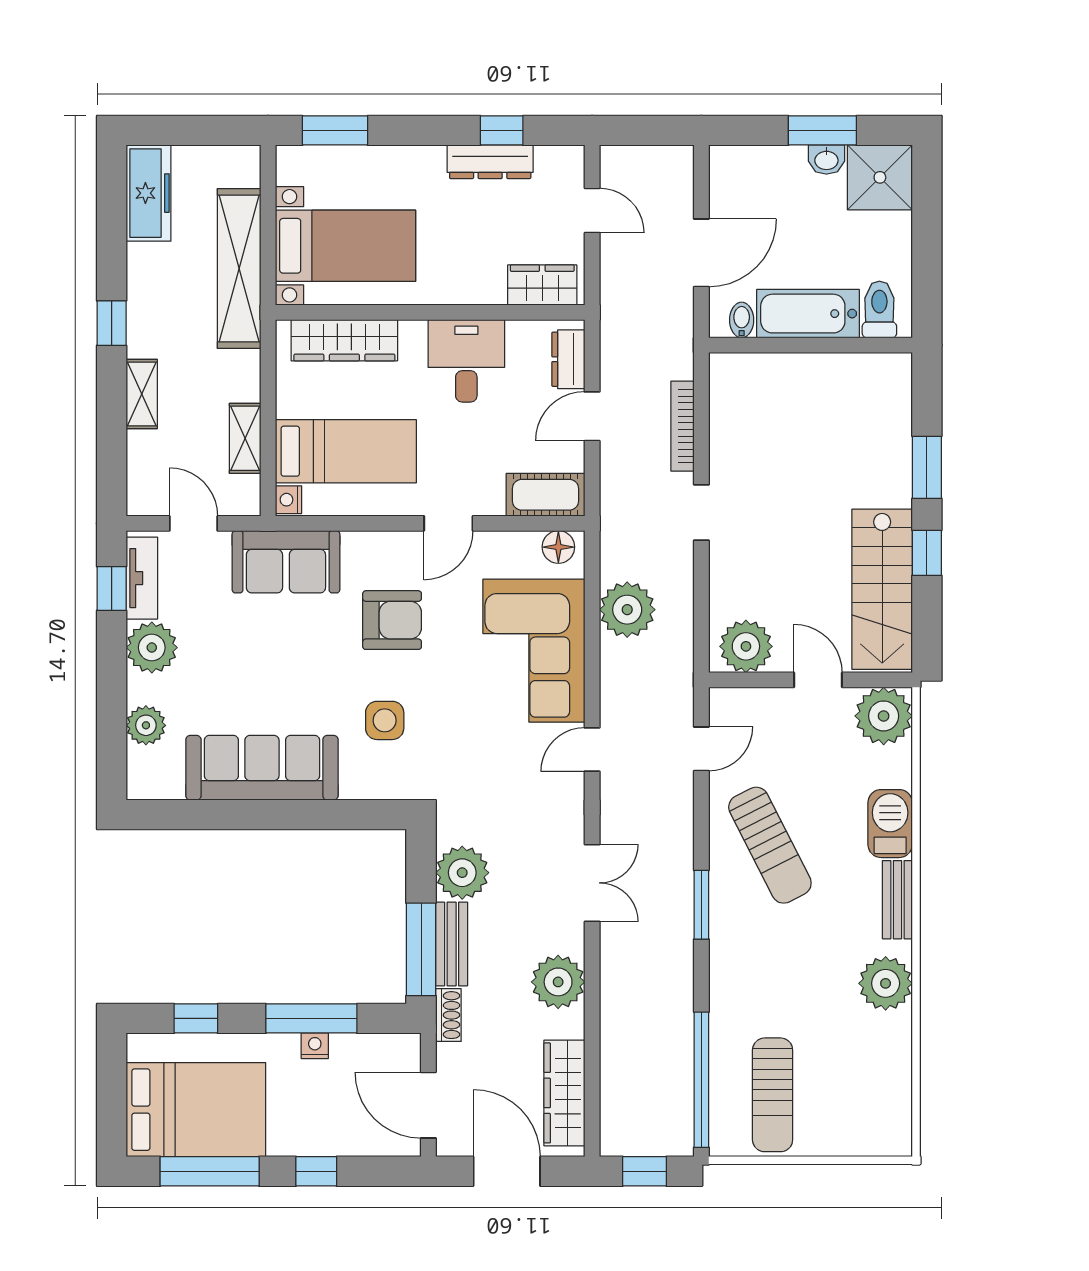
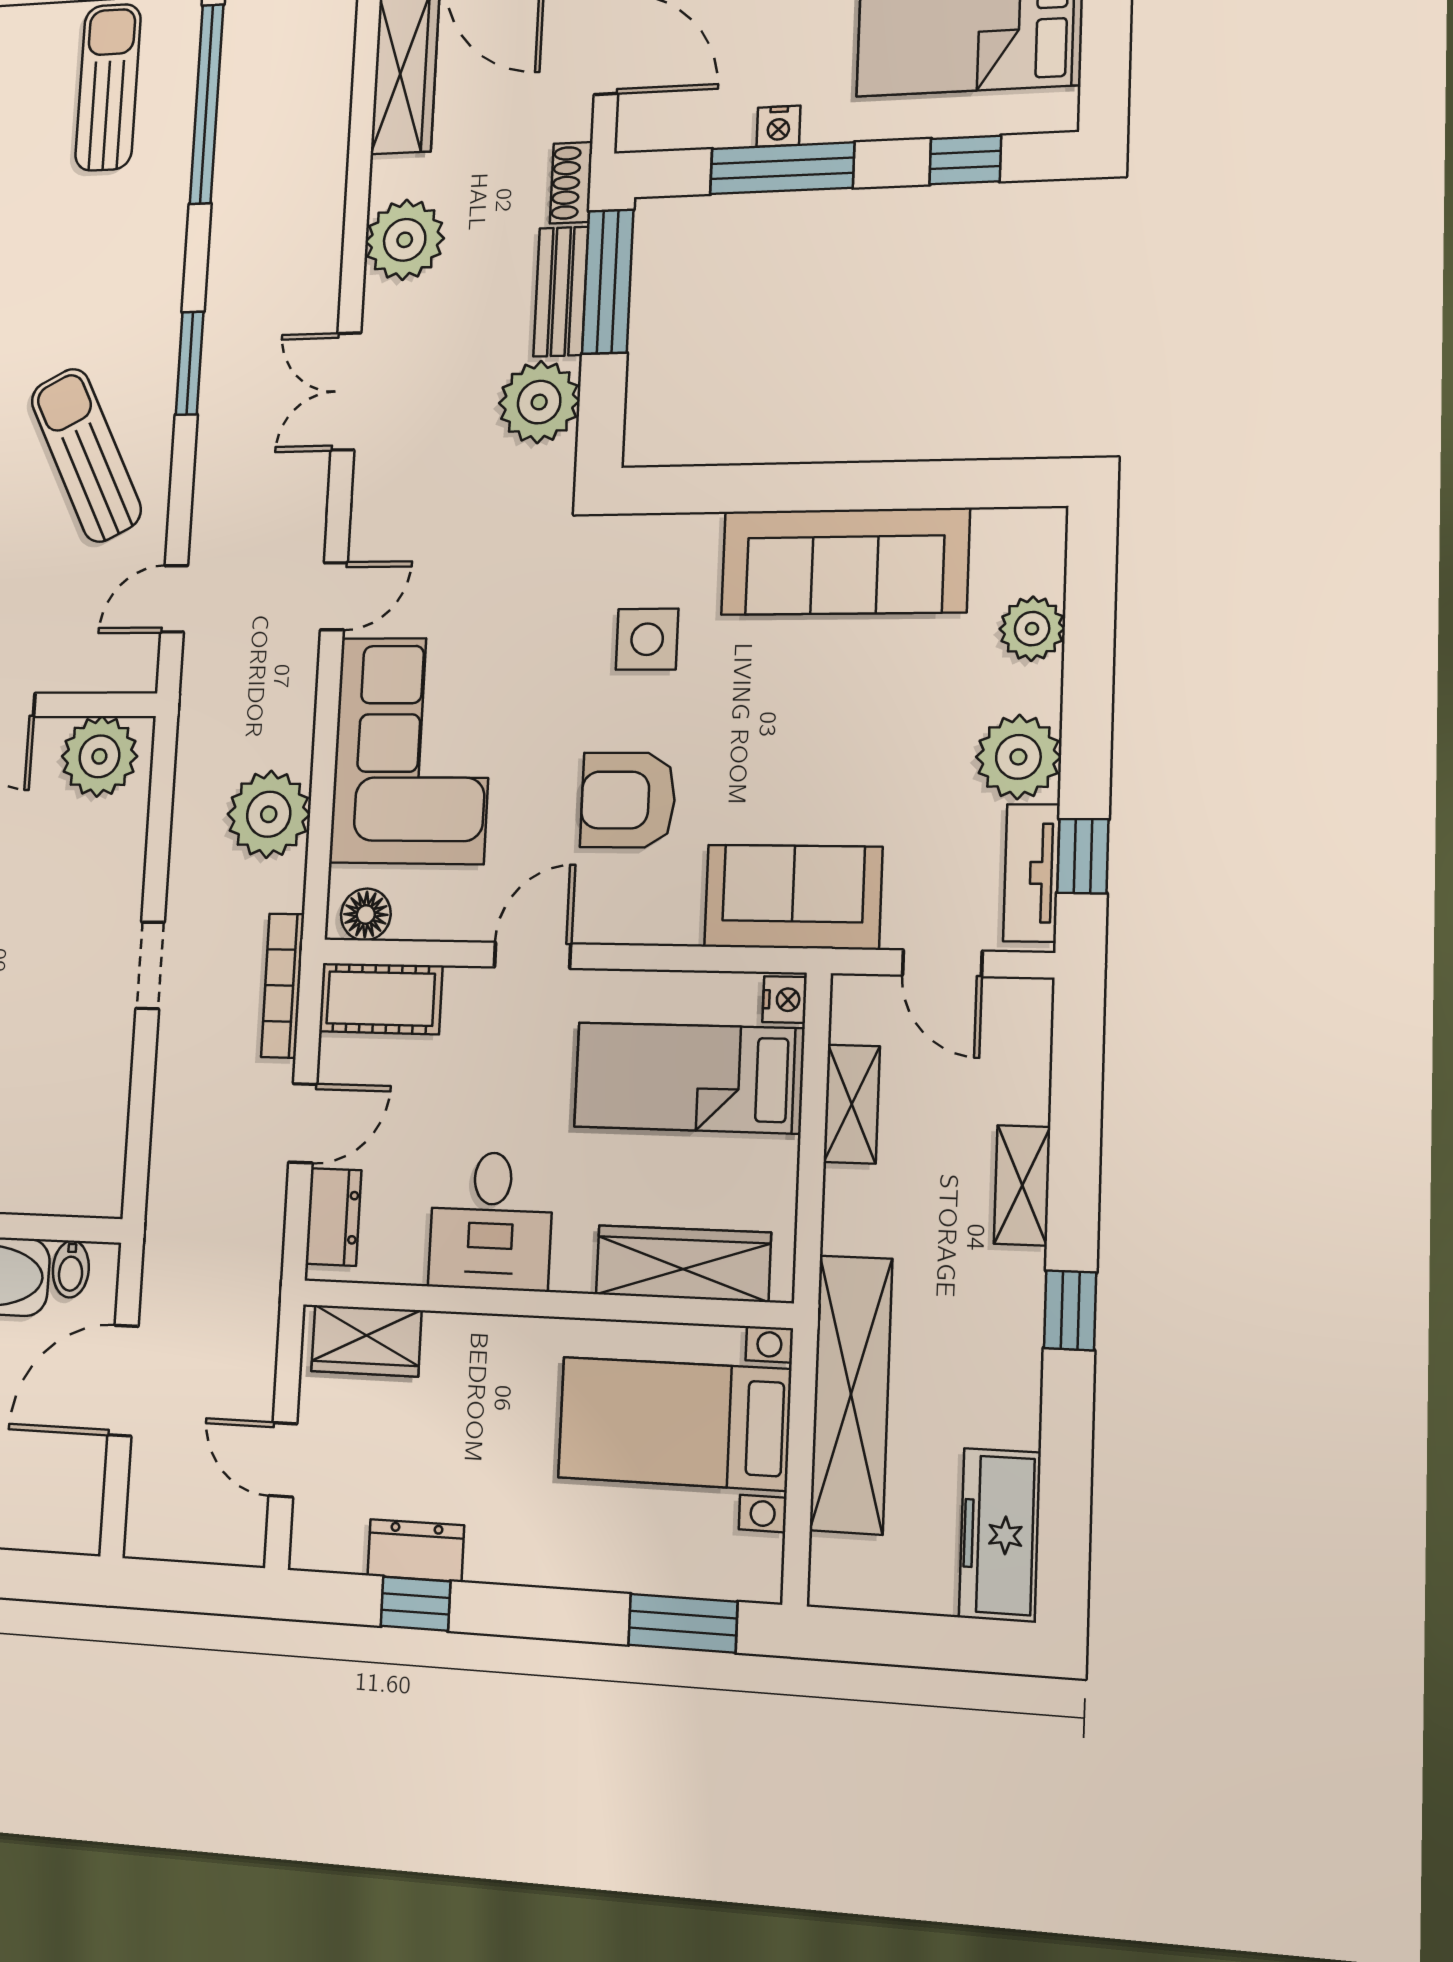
dresser: (490, 162) -> (416, 1550), width x0.70
bookcase: (682, 426) -> (283, 986), moved, turned 180

